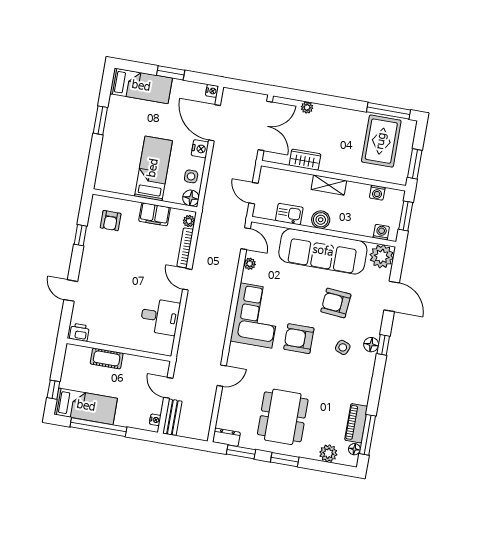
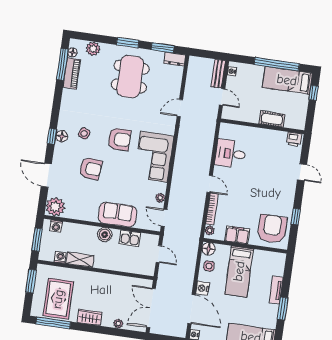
tv unit: (108, 144) -> (276, 290), added
wardrobe: (305, 160) -> (90, 317), moved, turned 180
shelving: (329, 185) -> (80, 260), moved
armchair: (111, 221) -> (272, 229), width x1.88, depth x1.88
sofa: (323, 251) -> (117, 215), width x0.54, depth x0.79

